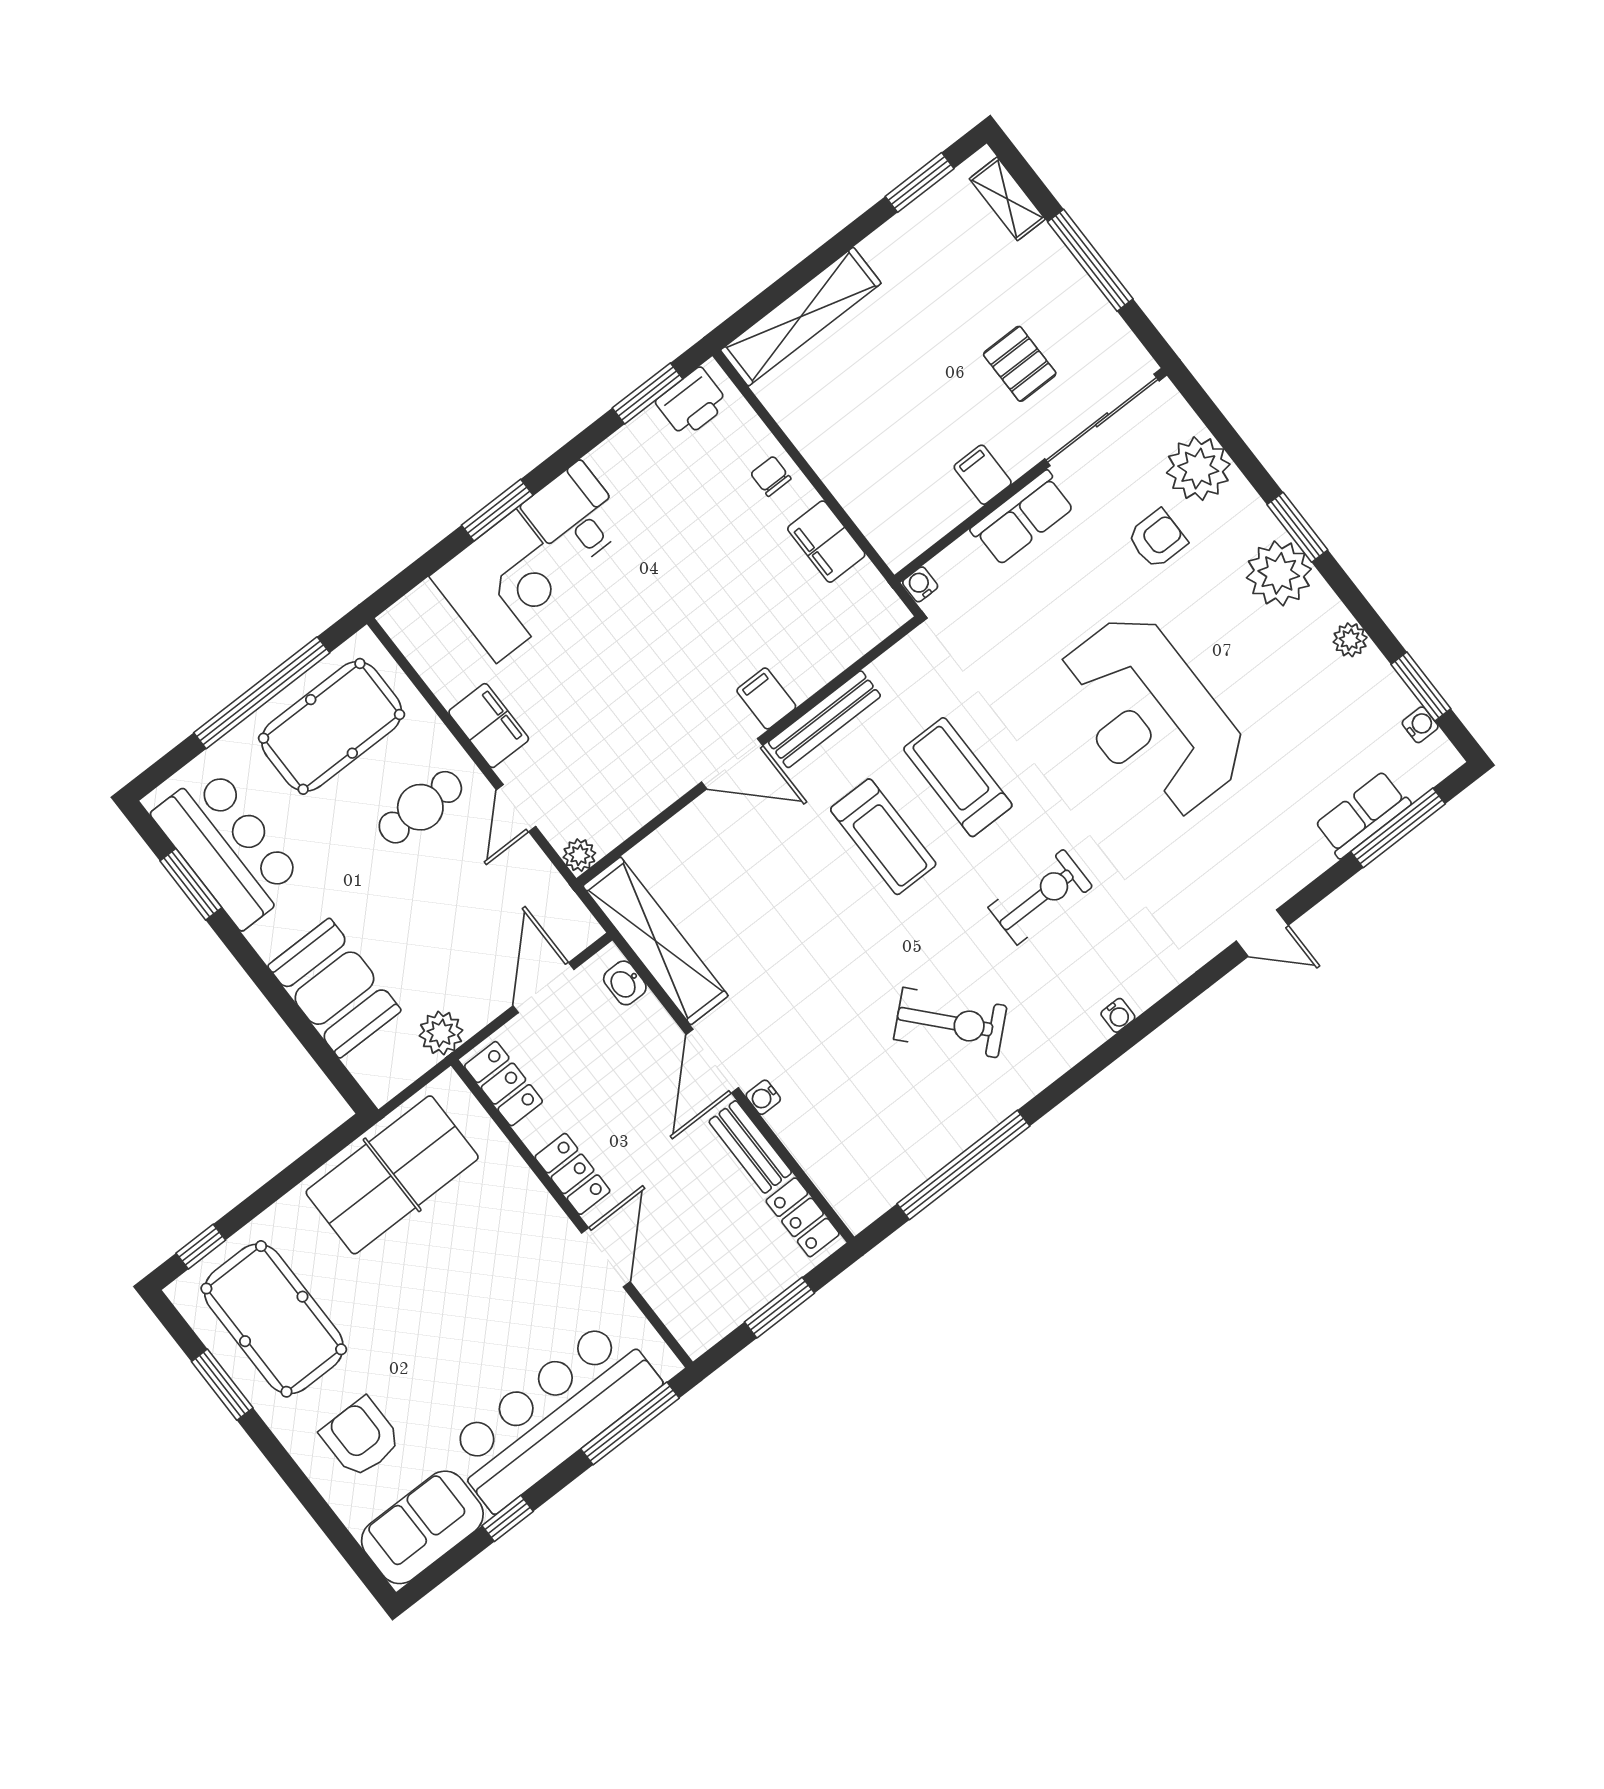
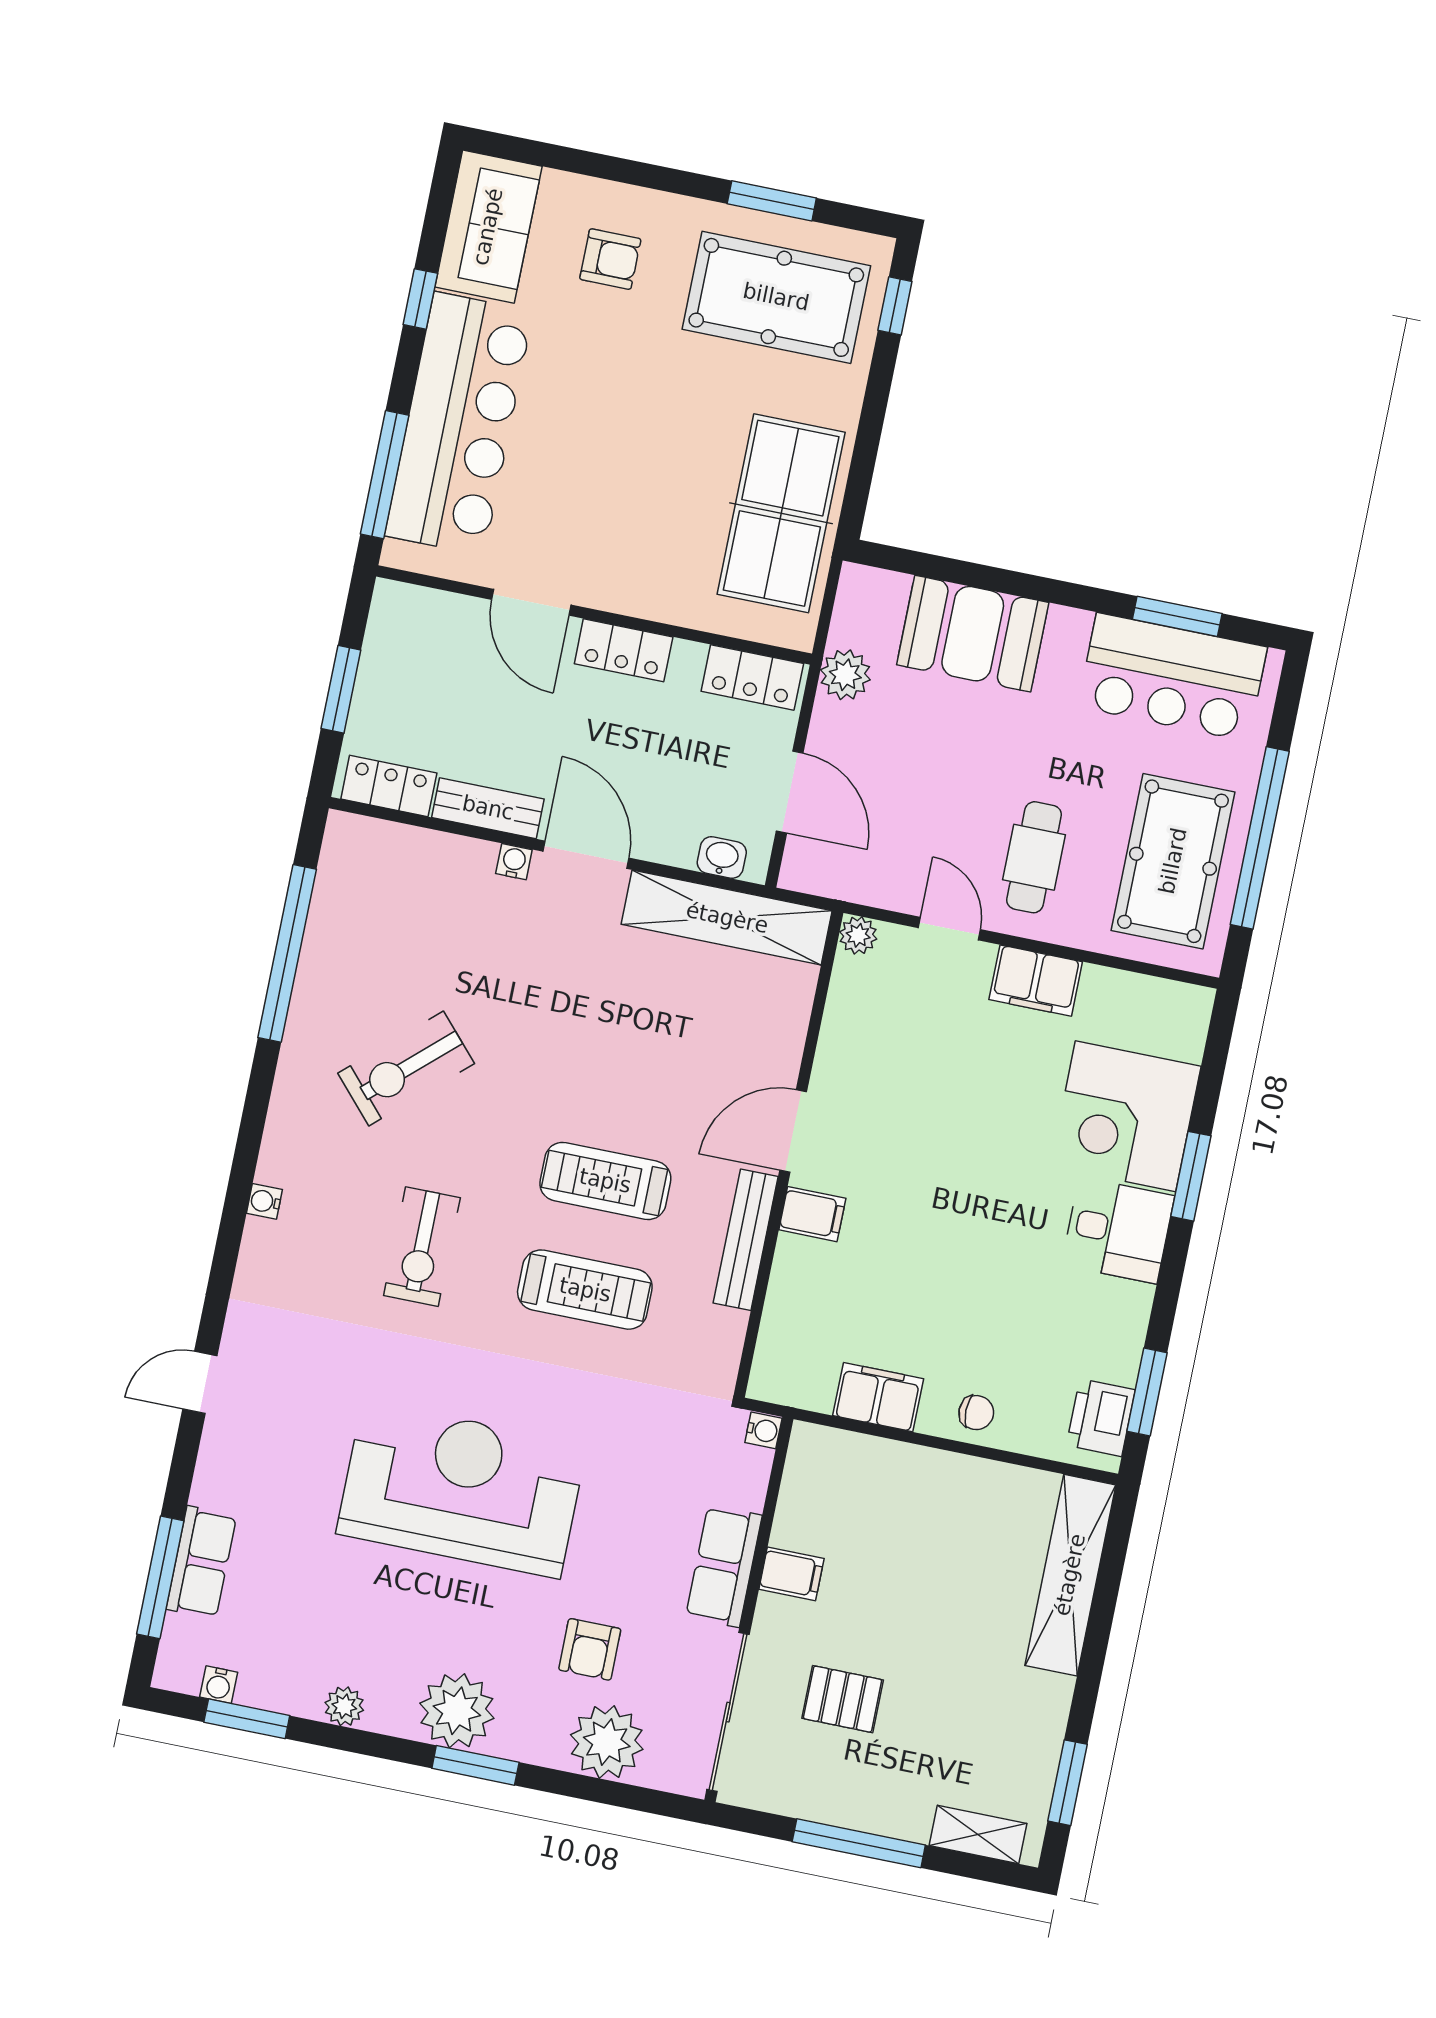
armchair: (361, 1438) -> (610, 259), width x0.72, depth x0.72

